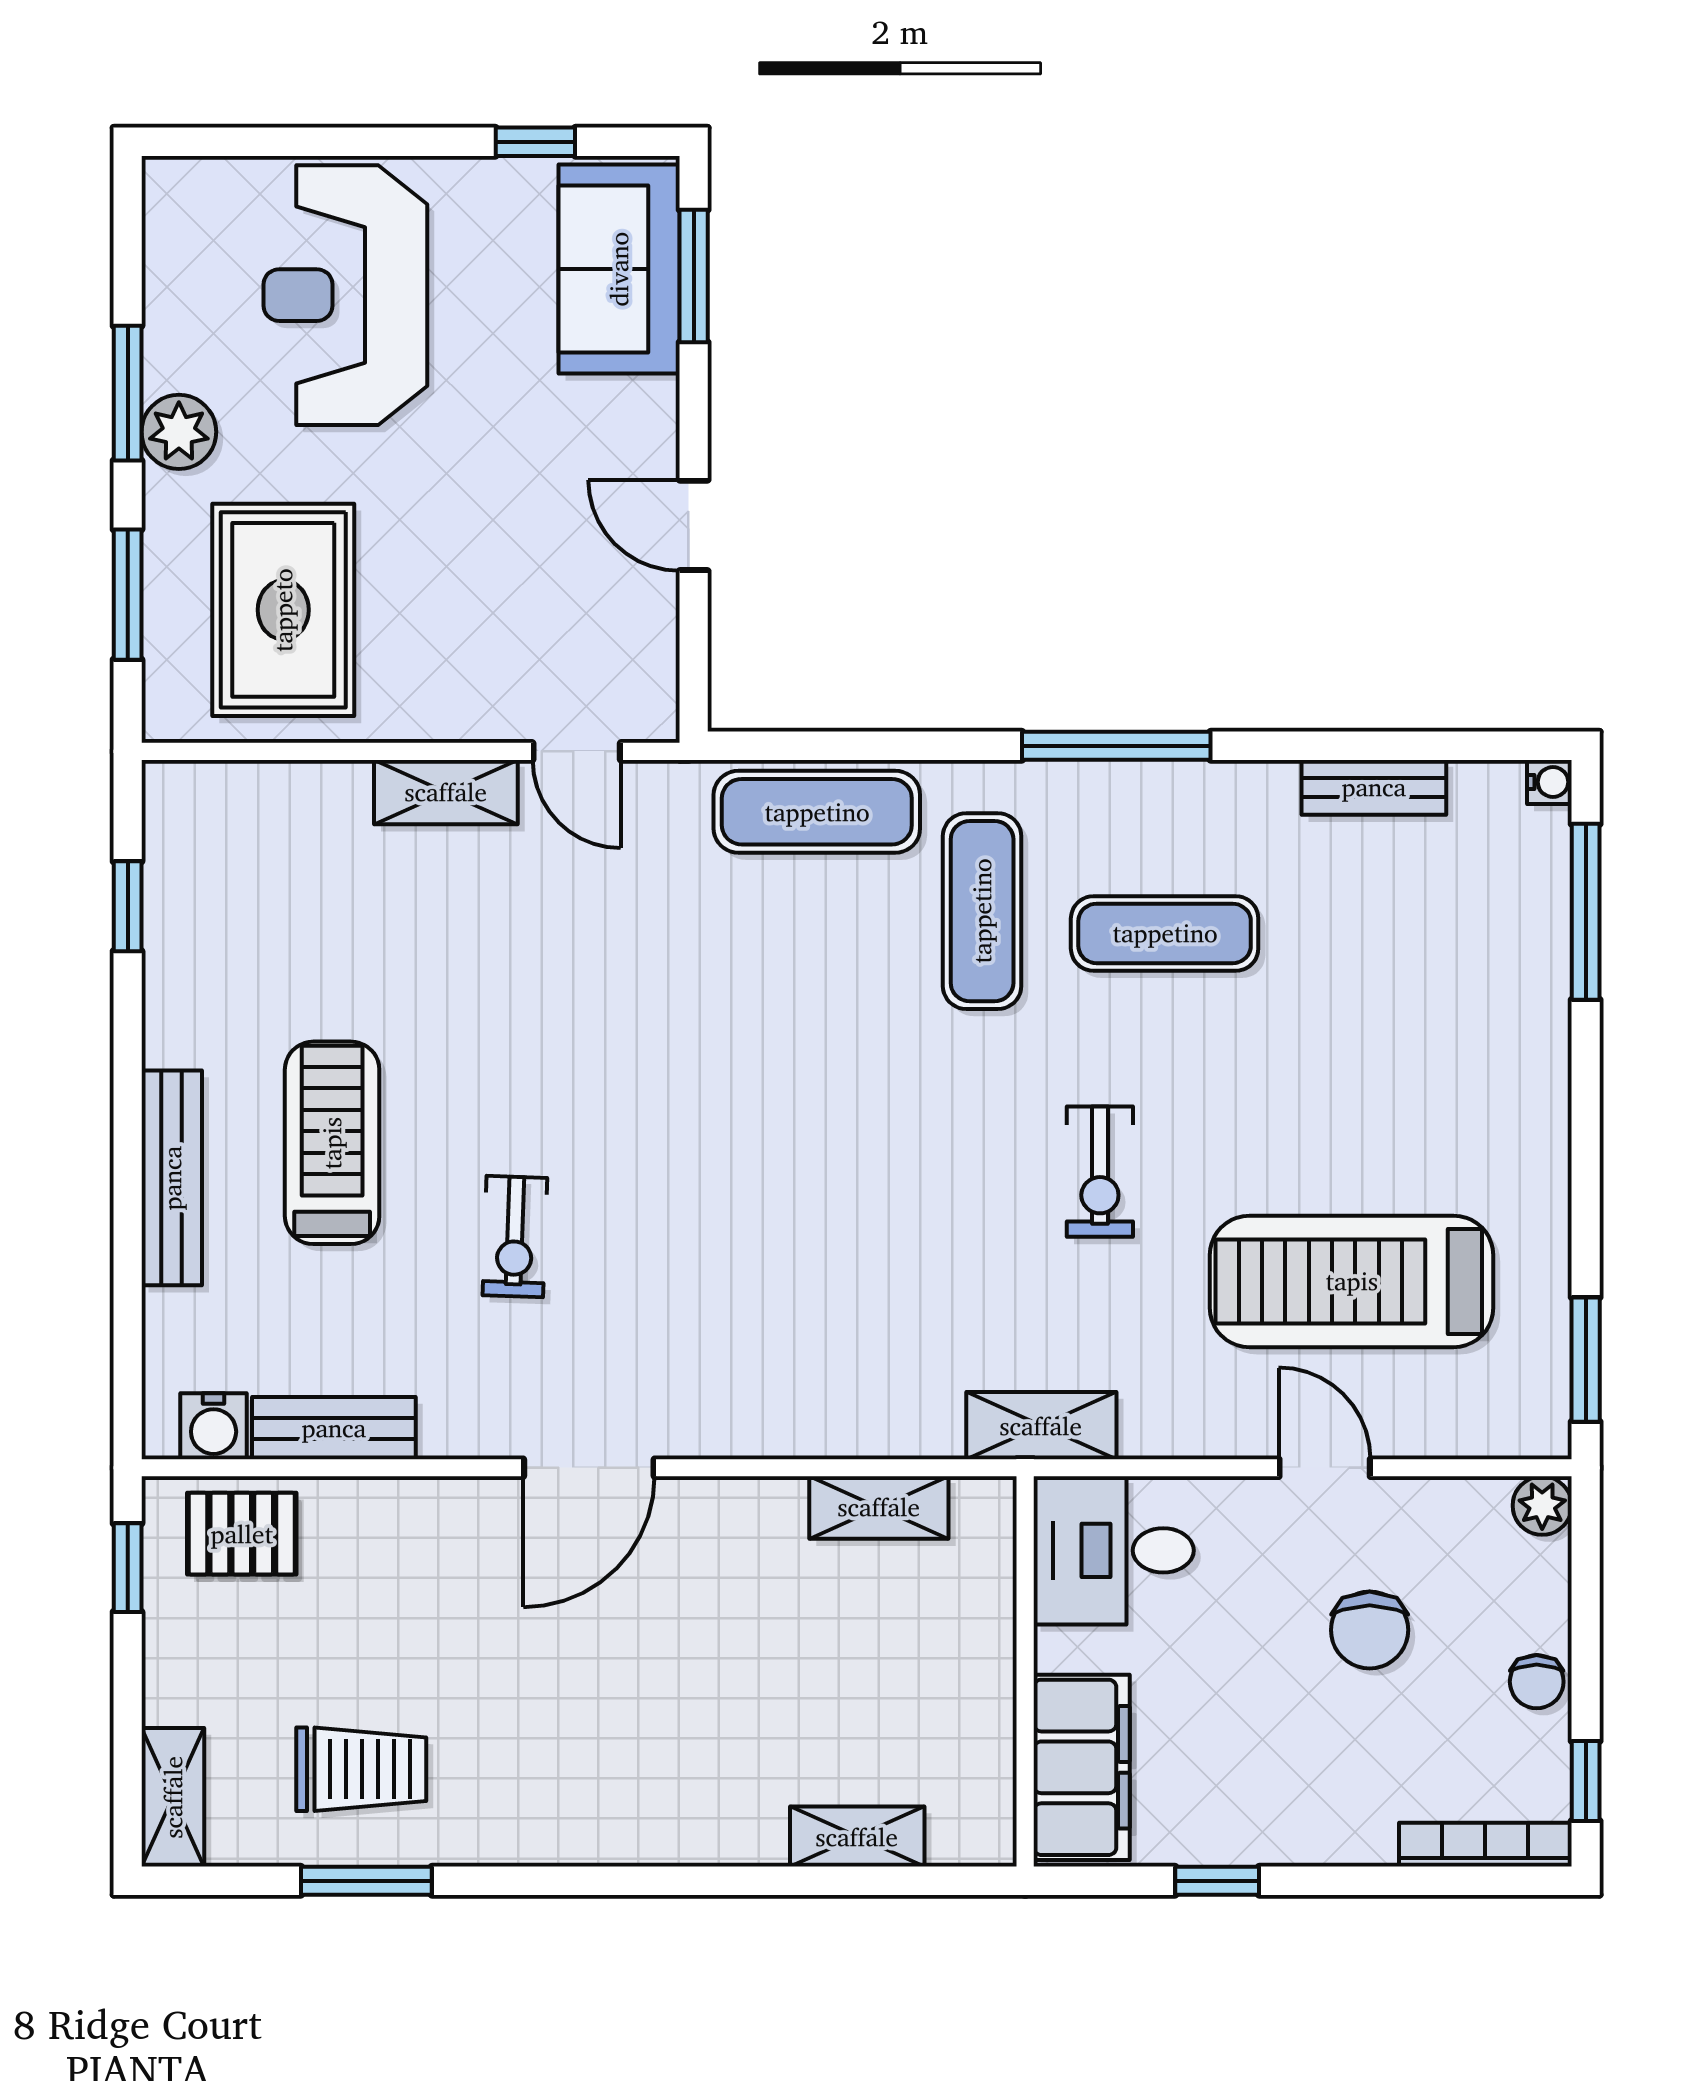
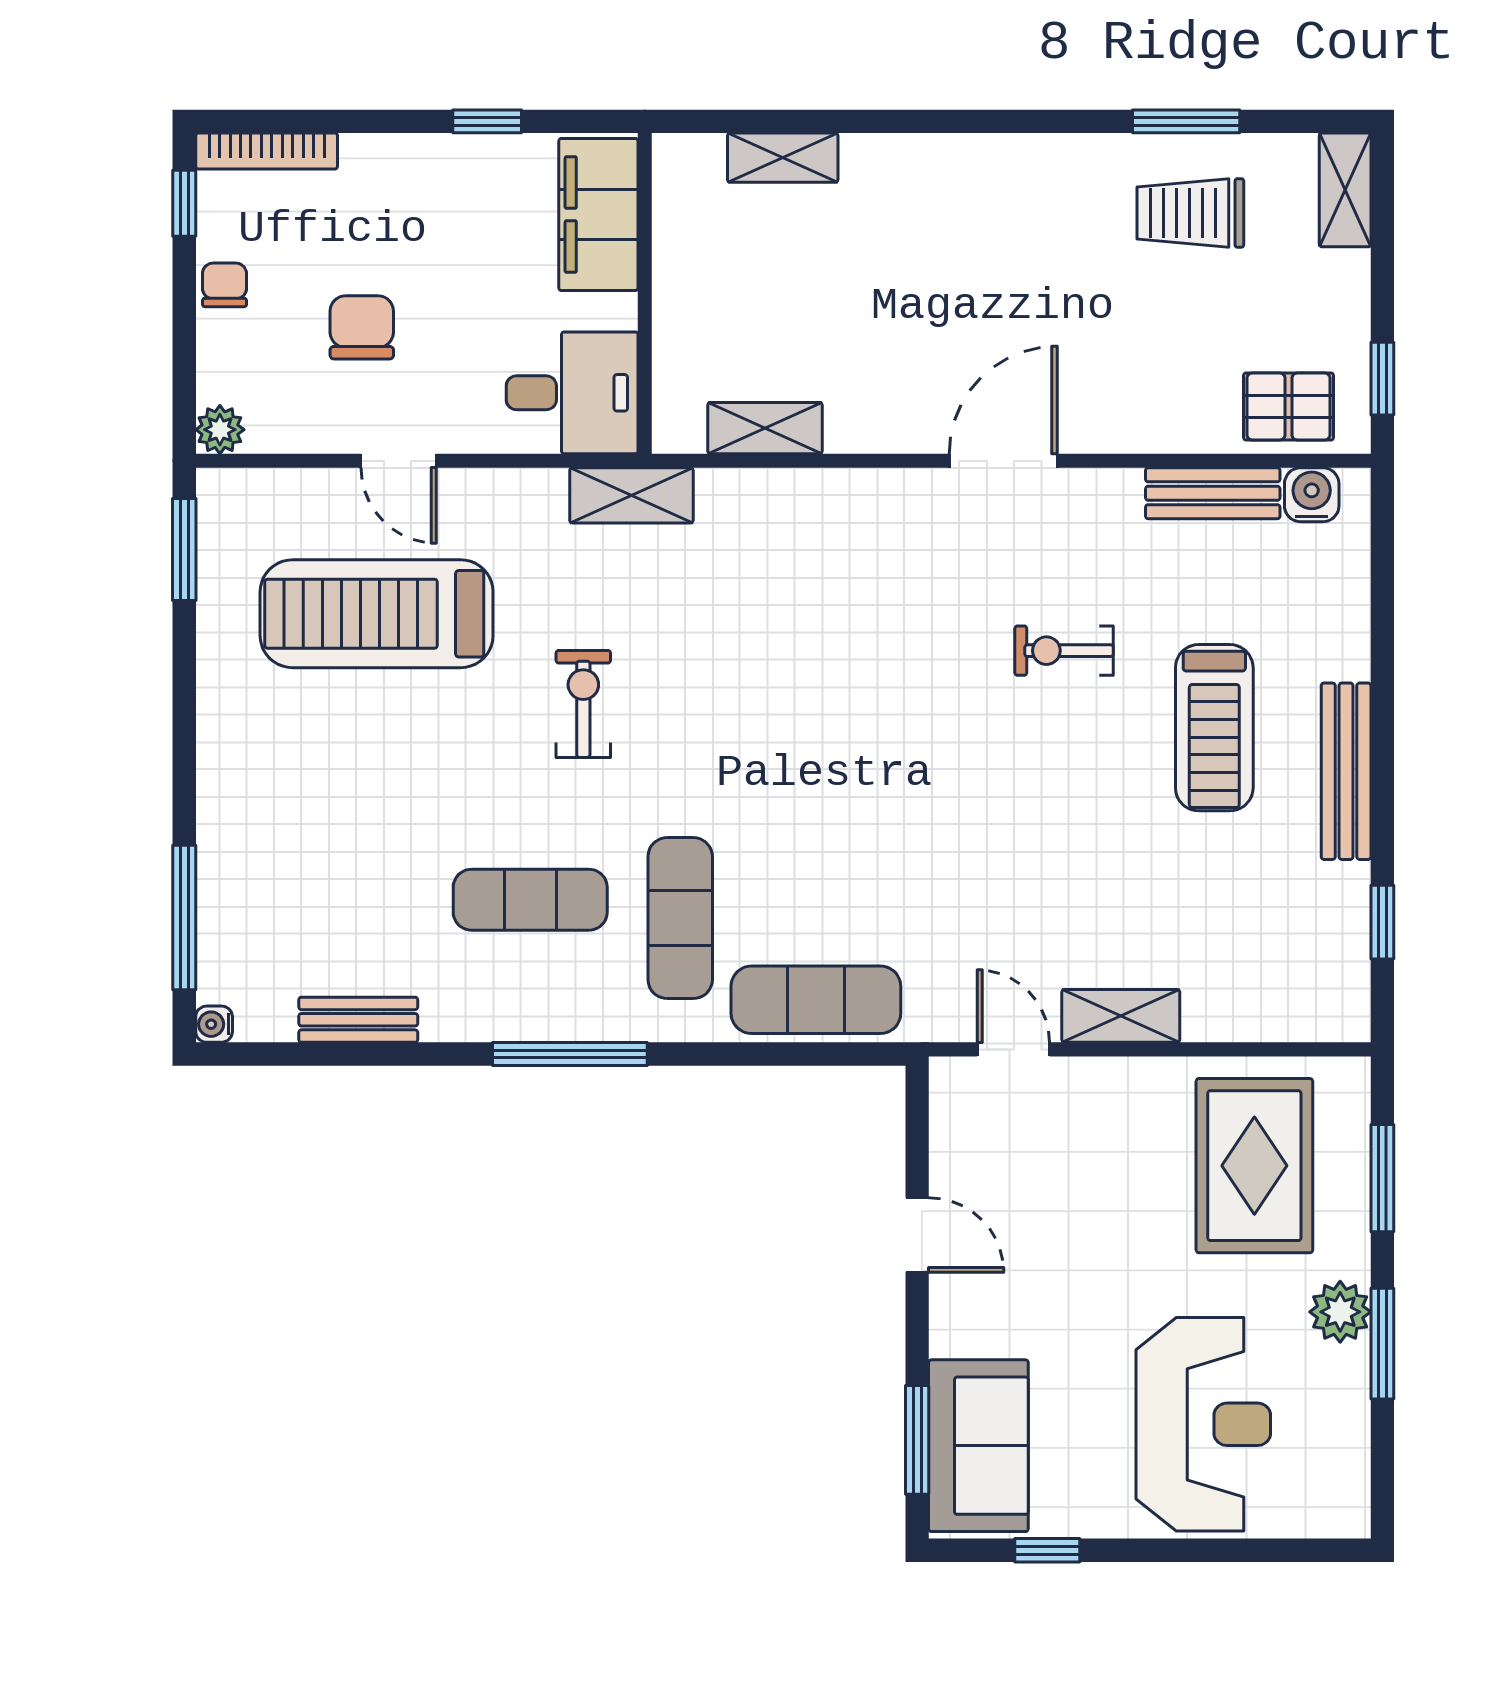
bench: (172, 1178) -> (1346, 771), moved
exercise bike: (515, 1237) -> (1064, 651), turned -92
treadmill: (1352, 1281) -> (377, 614), turned 180

